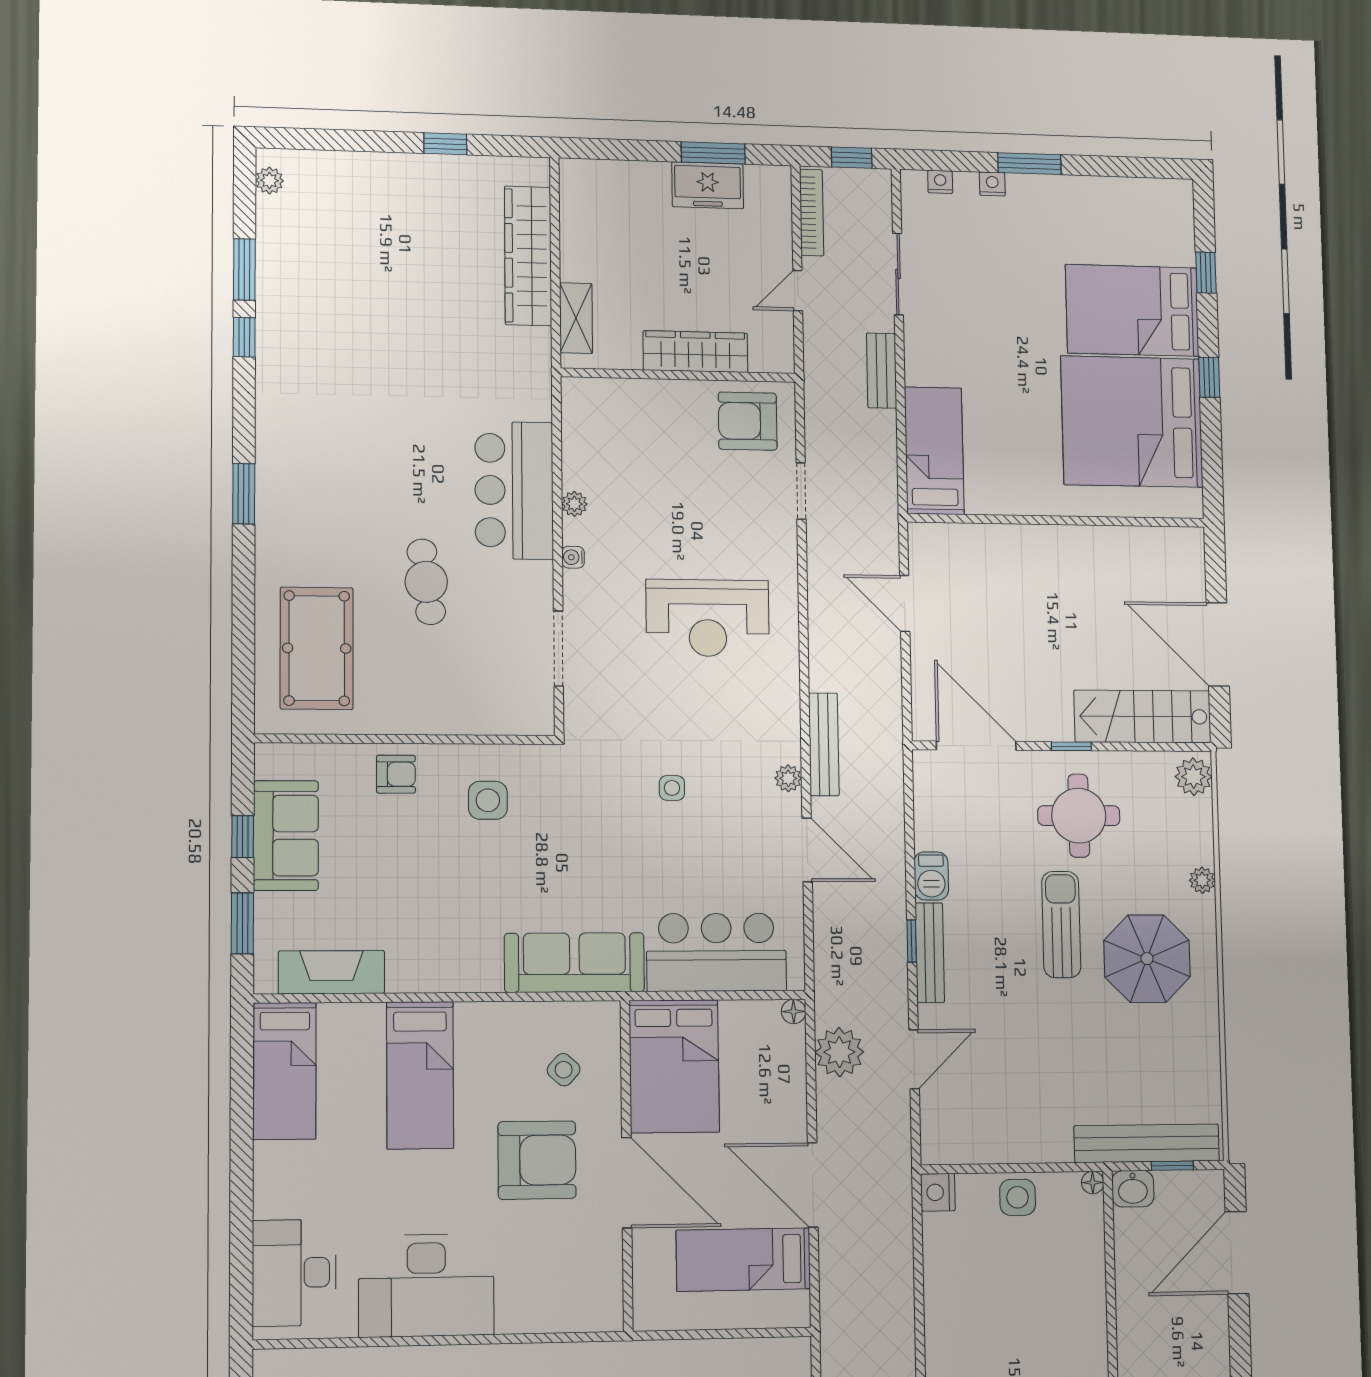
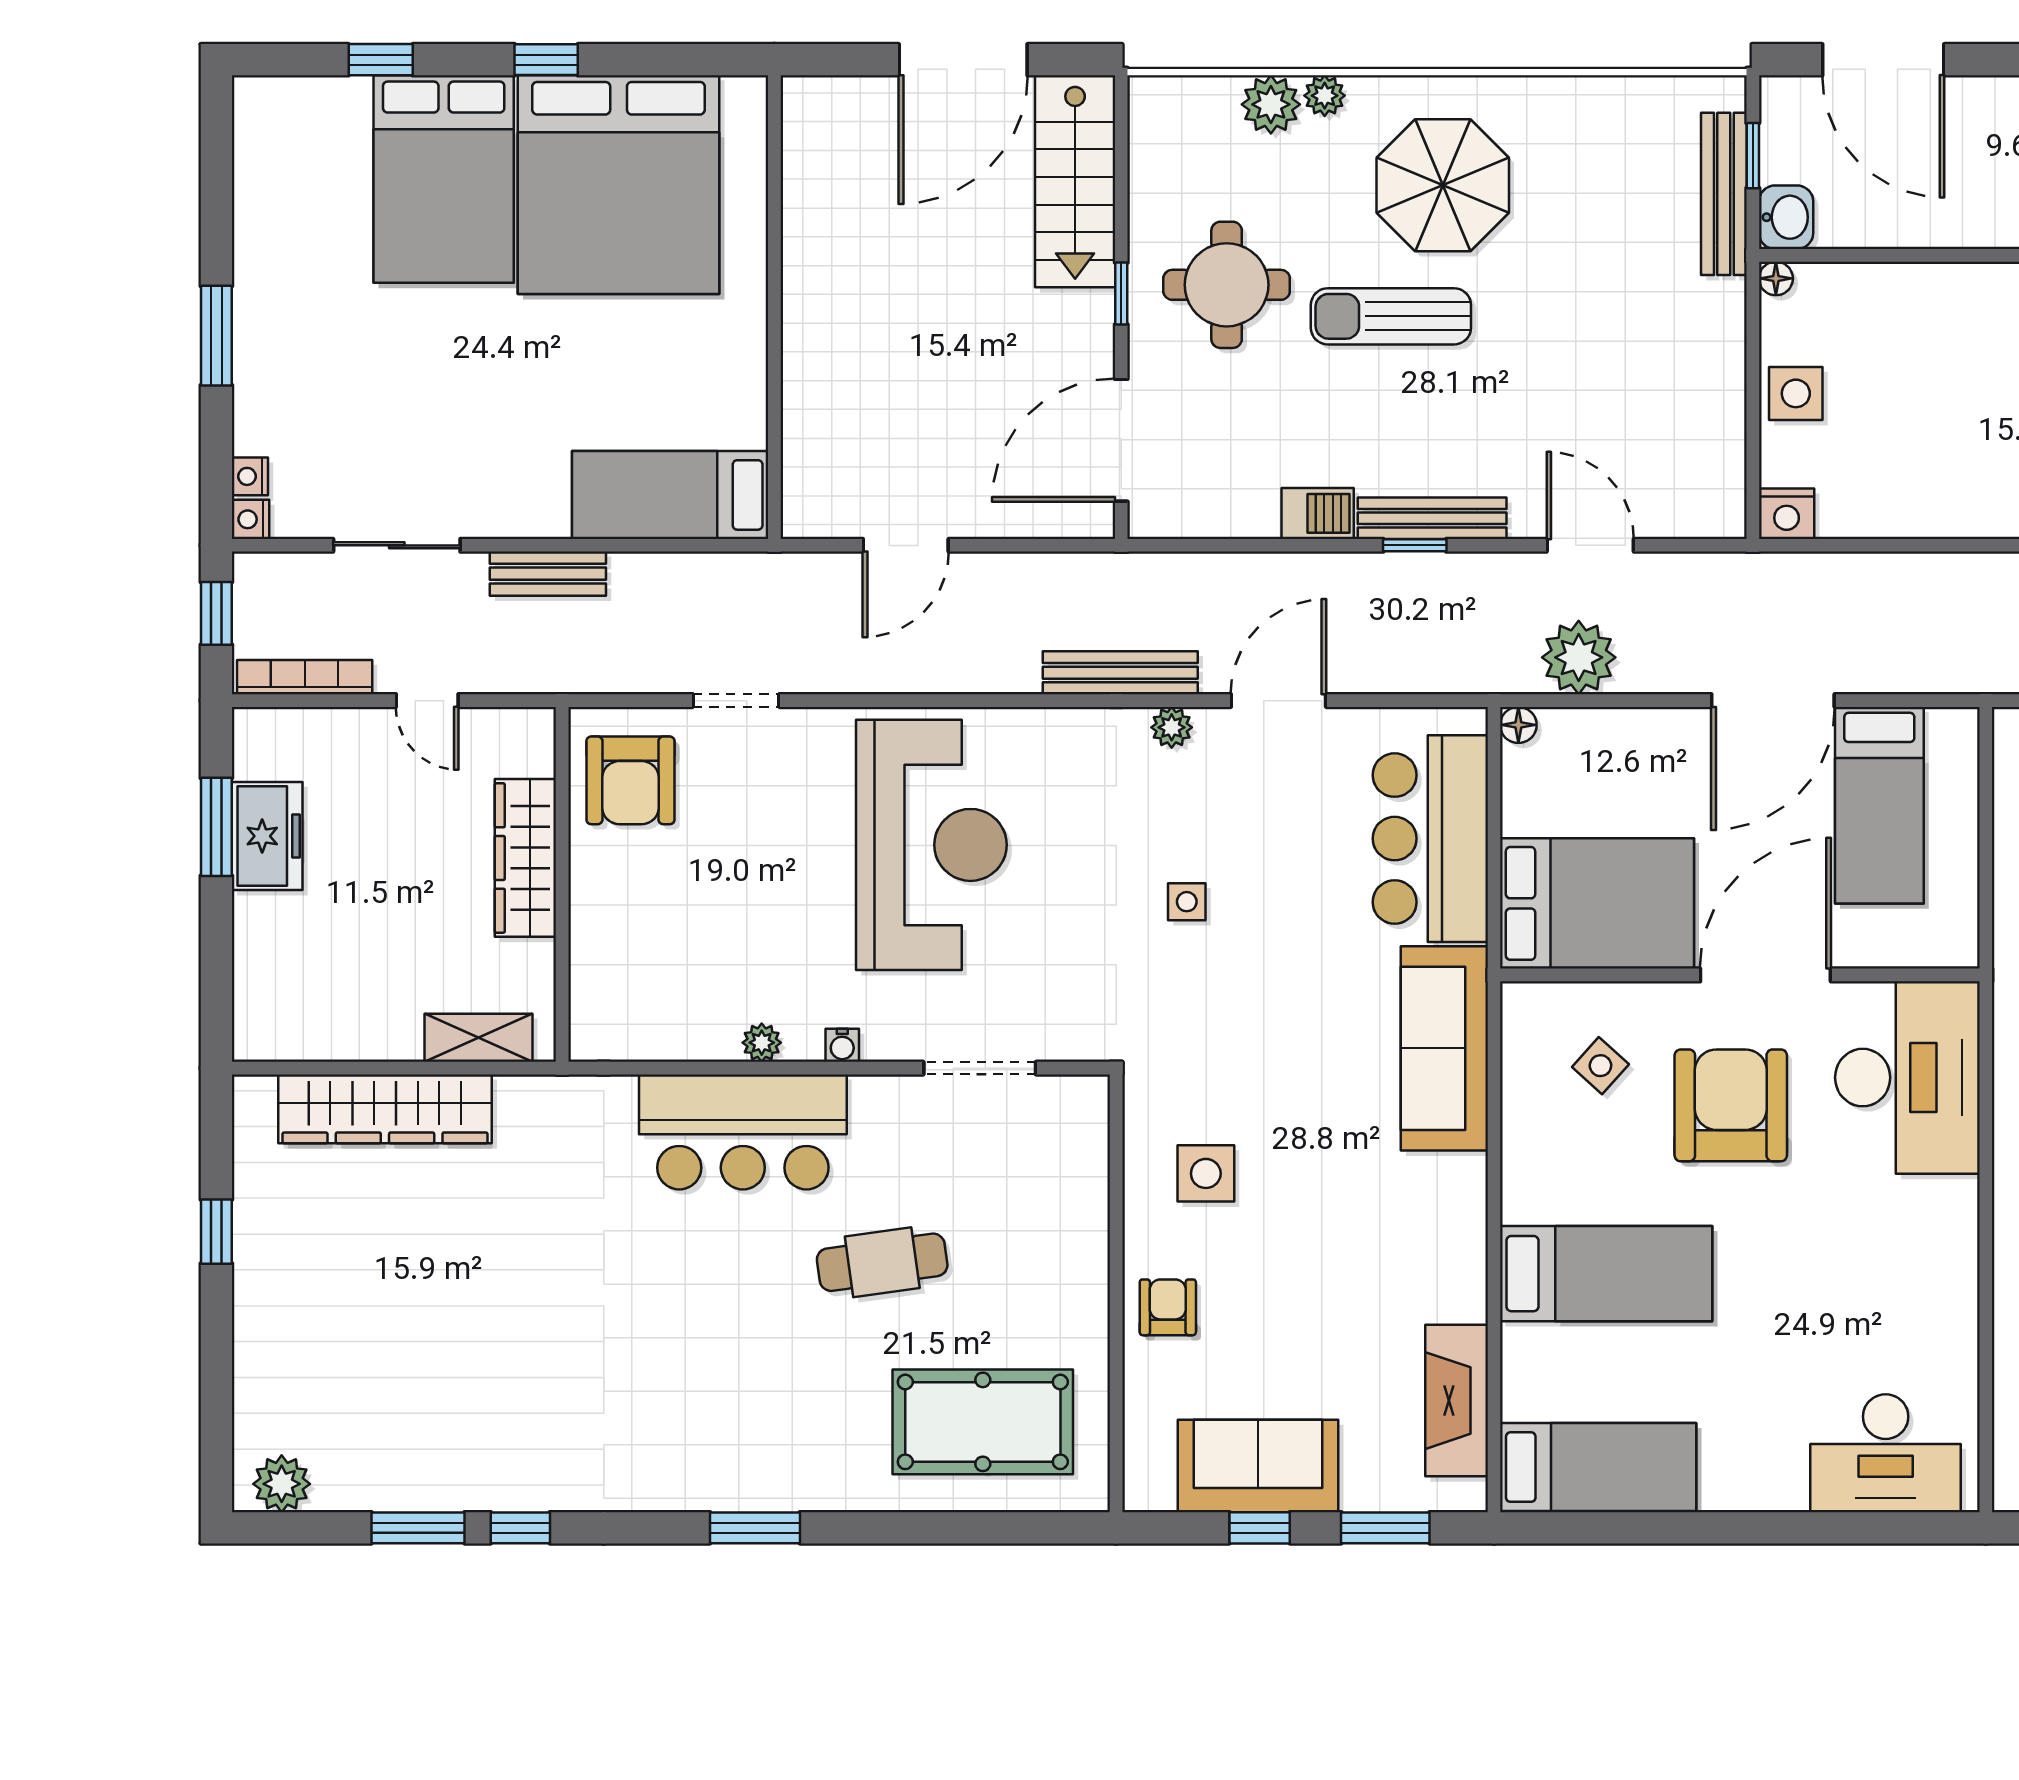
plant: (269, 181) -> (282, 1484), width x1.38, depth x1.38
nightstand: (992, 184) -> (251, 519), moved
reception desk: (708, 618) -> (931, 845), width x1.36, depth x1.30
plant: (1193, 777) -> (1271, 104), moved
bench: (1147, 1143) -> (1724, 194), width x0.73, depth x0.82
desk: (426, 1285) -> (1907, 1078), moved

